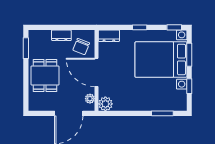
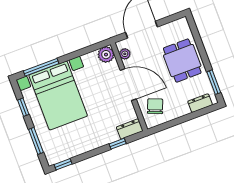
window: (140, 27) -> (118, 144), moved
dresser: (61, 35) -> (200, 103), moved
bed with nightstands: (161, 60) -> (58, 95), moved, turned 90
window: (162, 113) -> (41, 67), width x1.44

